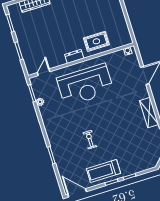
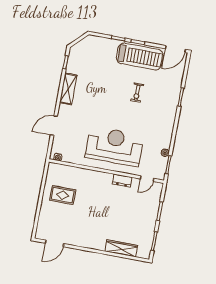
rug: (96, 41) -> (63, 195), moved
dresser: (74, 56) -> (122, 181), moved
treadmill: (103, 171) -> (140, 57), width x1.37, depth x1.38
door: (77, 193) -> (175, 49), hinge flipped

